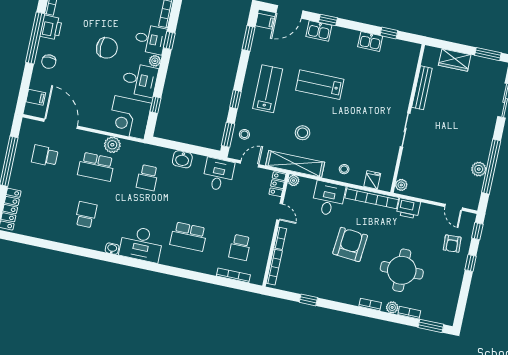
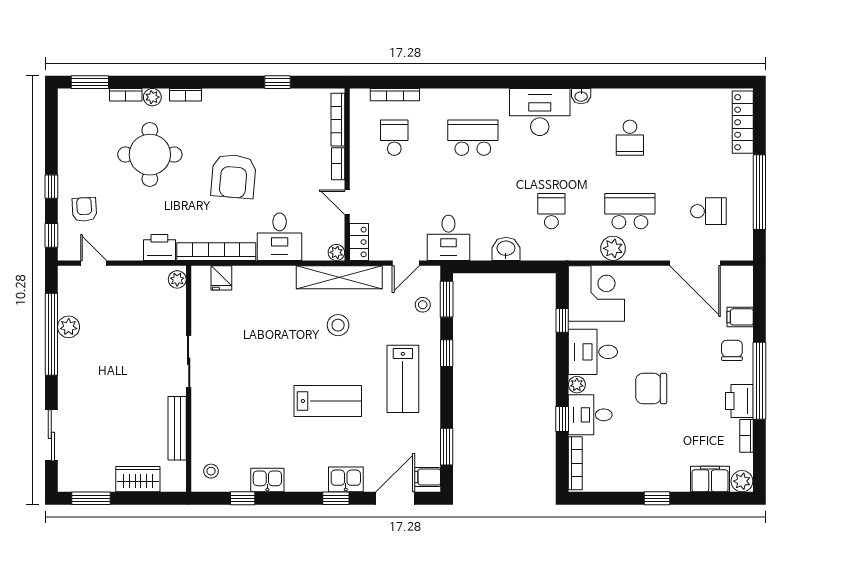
filing cabinet: (36, 97) -> (740, 317), moved
stool: (344, 169) -> (211, 471), moved

